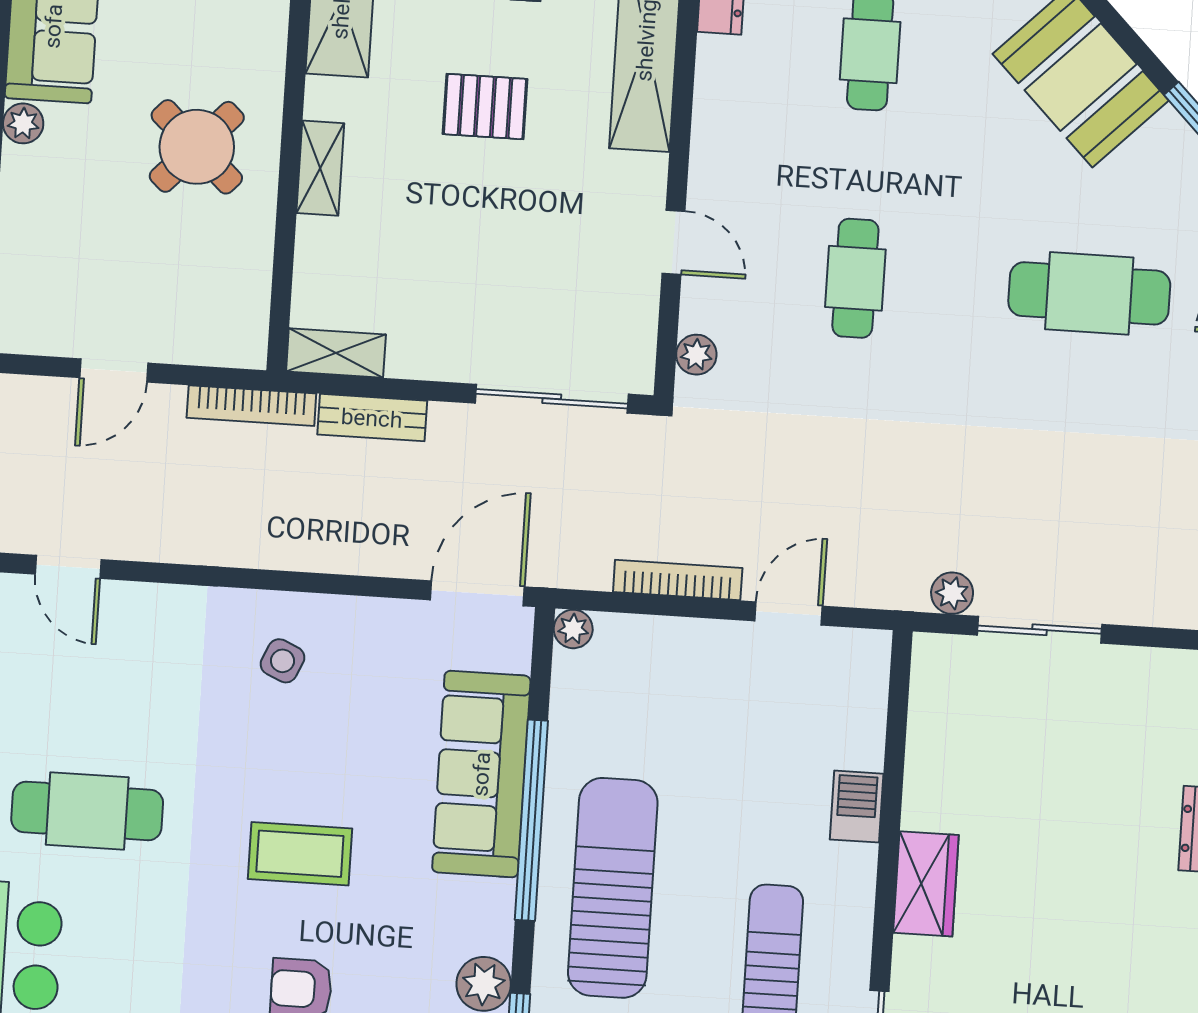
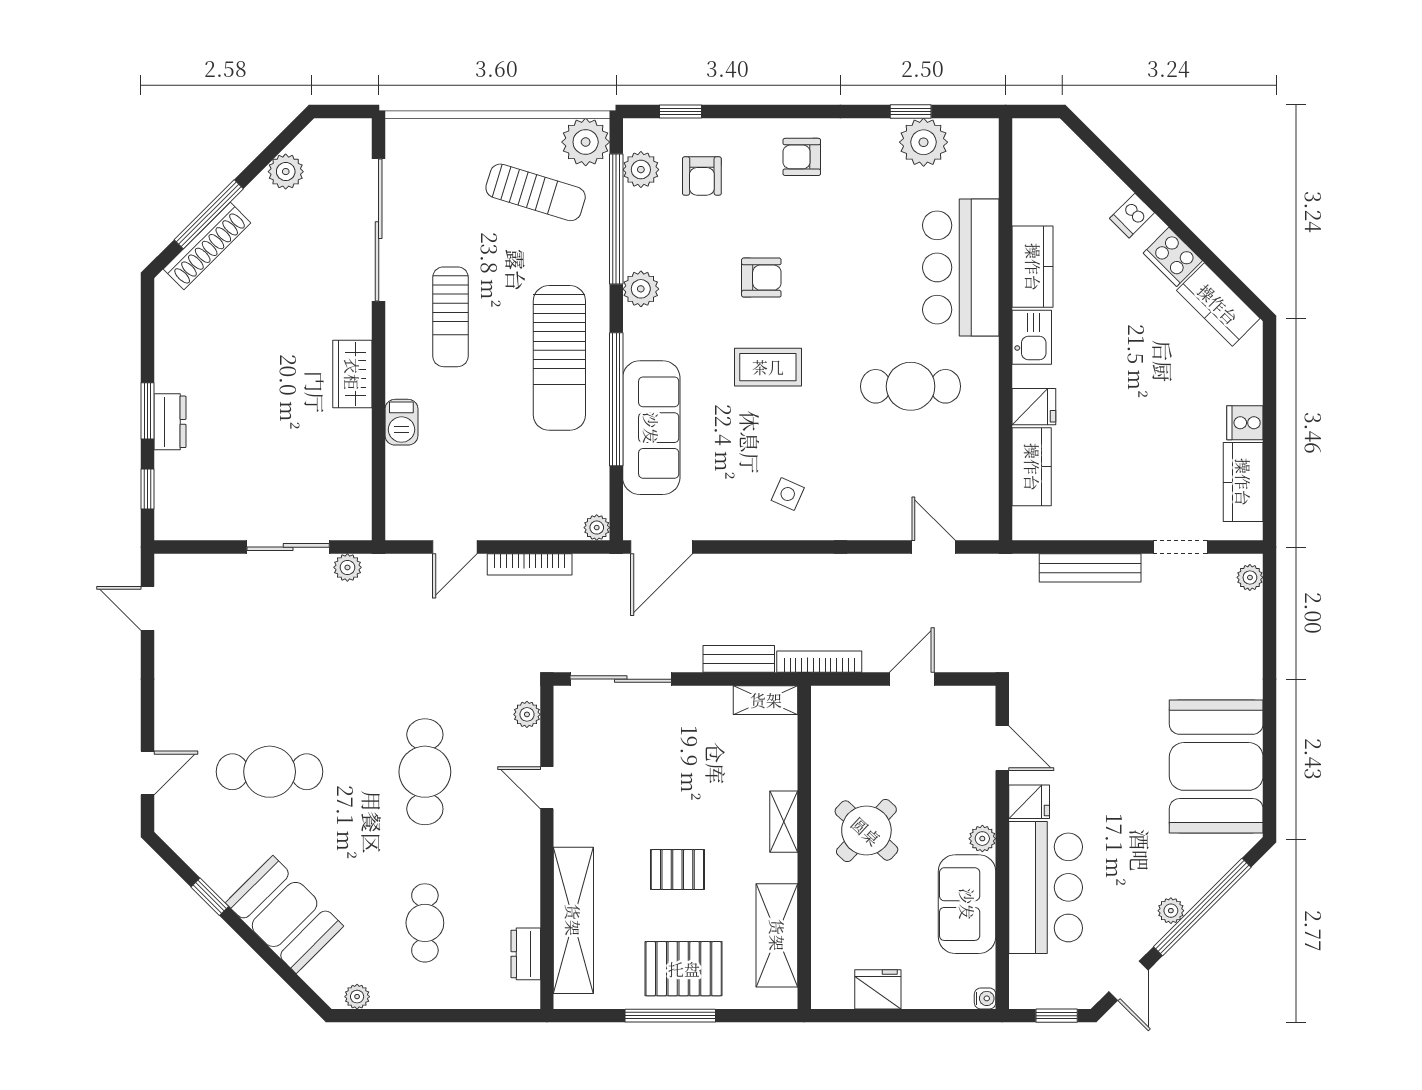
cafe table: (855, 278) -> (425, 772), width x1.37, depth x1.35

